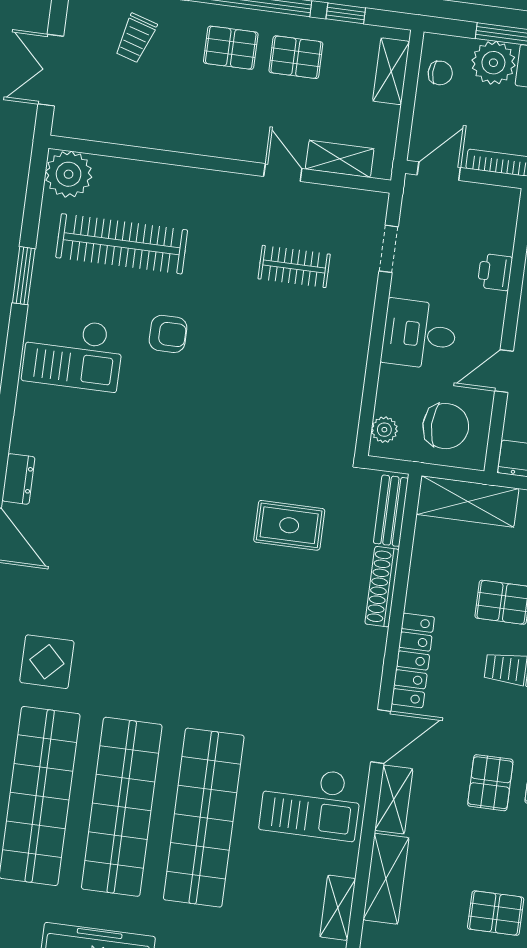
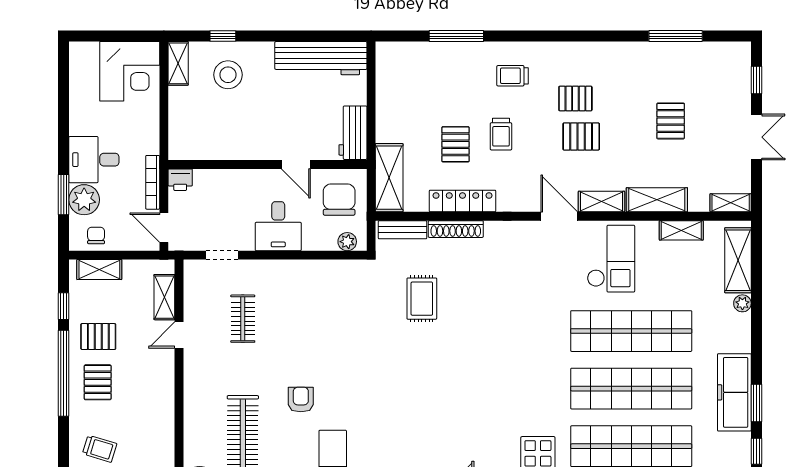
pallet: (296, 57) -> (98, 337), turned 90
printer: (495, 272) -> (180, 180), moved
locker: (413, 660) -> (463, 201), moved

